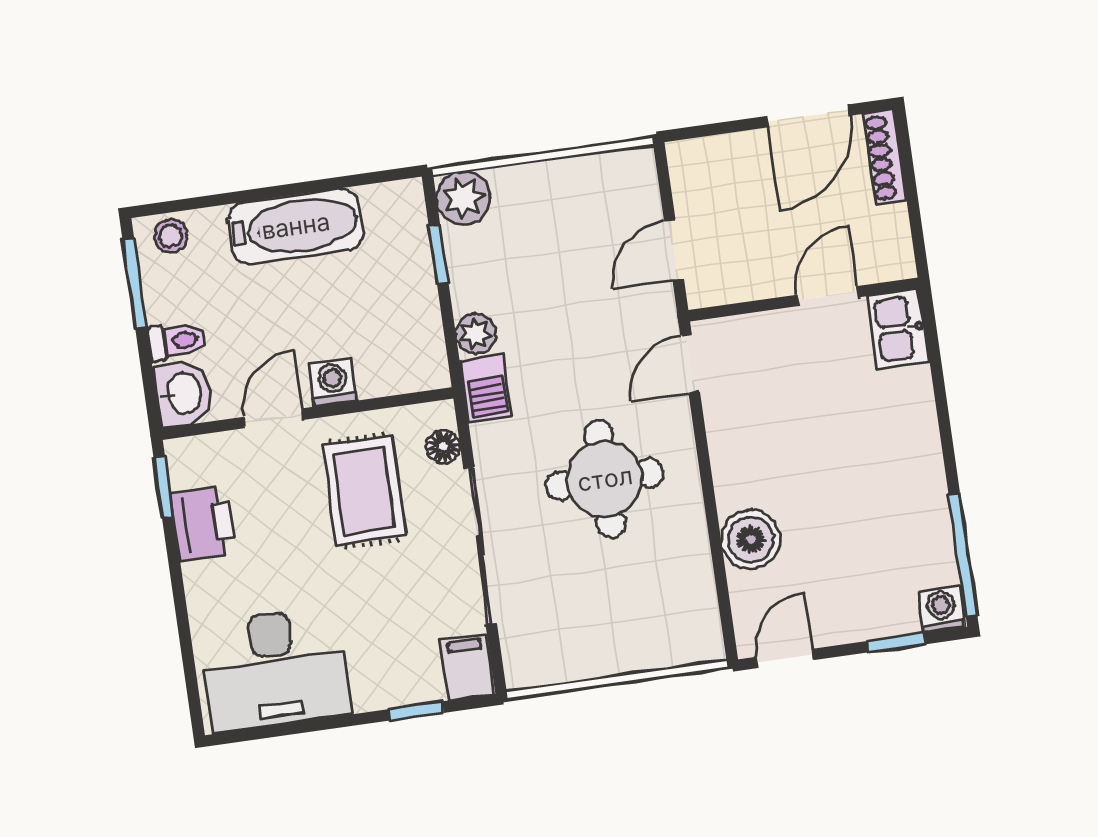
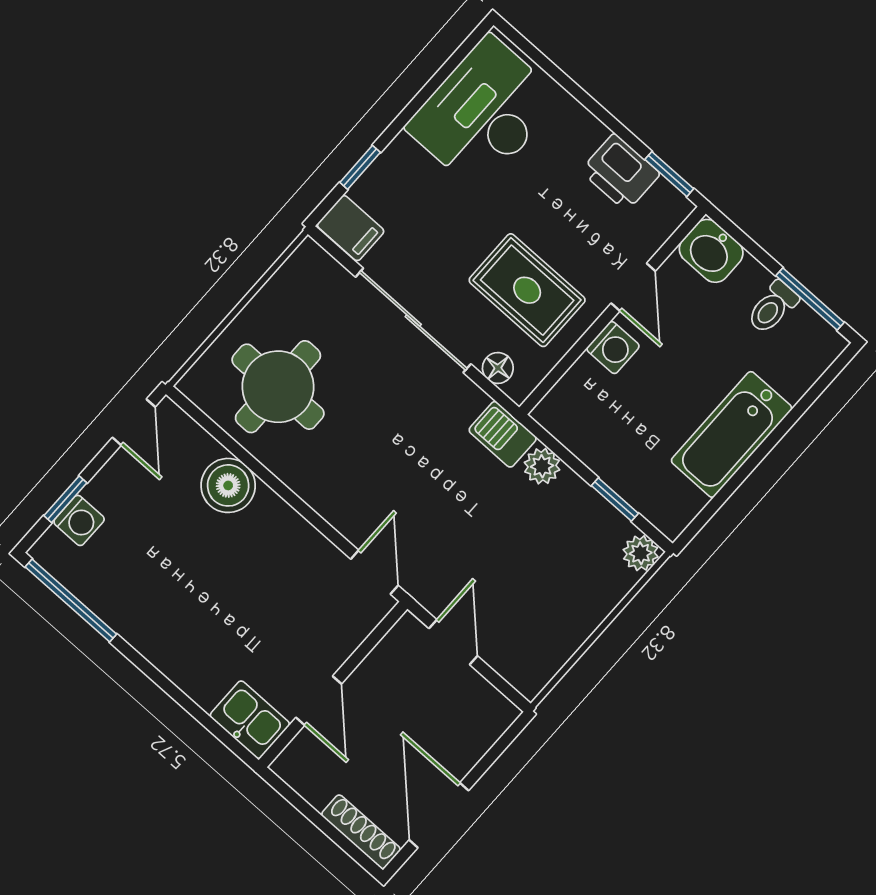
plant: (464, 198) -> (641, 553), width x0.73, depth x0.73
stool: (171, 236) -> (813, 354), removed
toilet: (177, 341) -> (773, 307), moved
round table: (605, 479) -> (278, 387), moved
washing machine: (941, 609) -> (79, 520), moved

